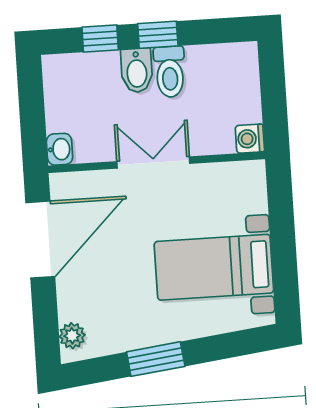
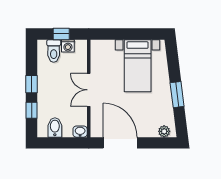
bidet: (137, 70) -> (55, 127), moved, turned -90
toilet: (170, 72) -> (54, 51), moved, turned 90
window: (273, 94) -> (61, 34), added
washing machine: (250, 139) -> (68, 46), moved

